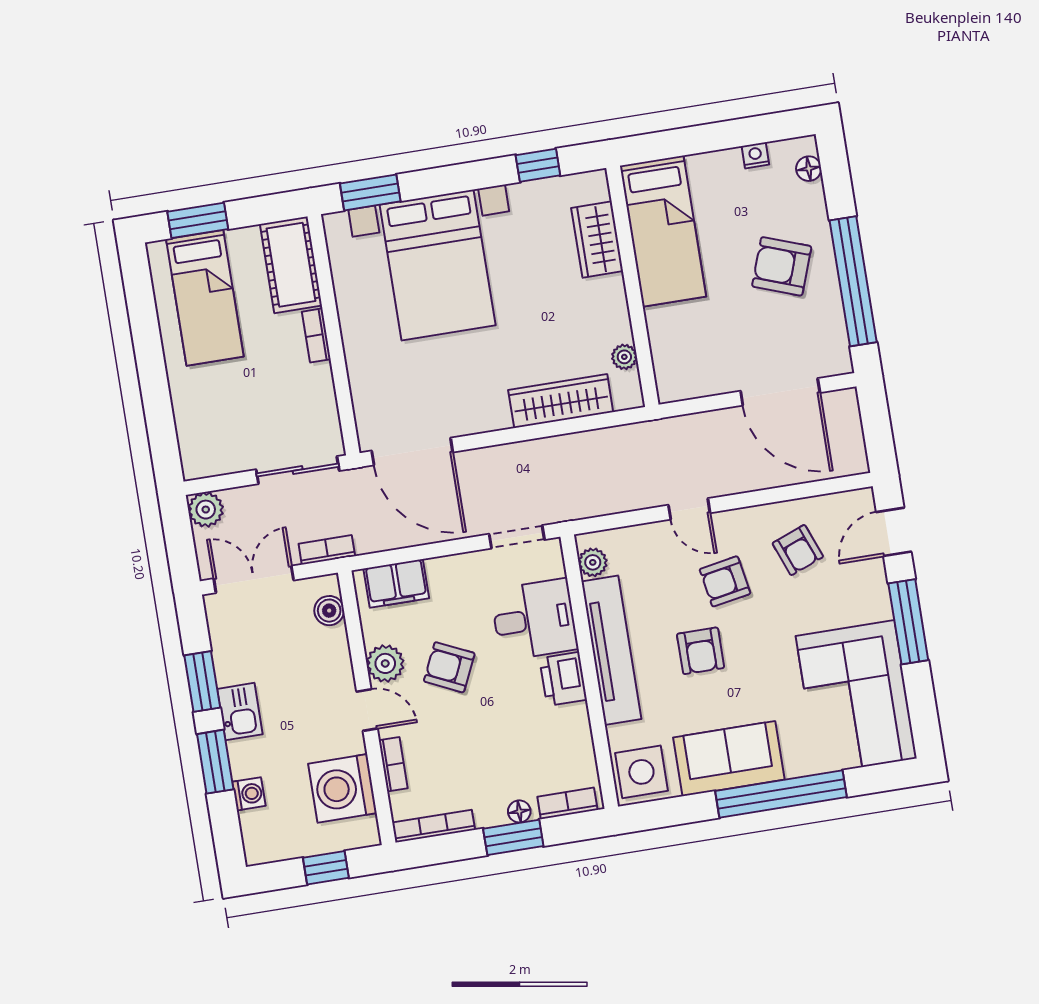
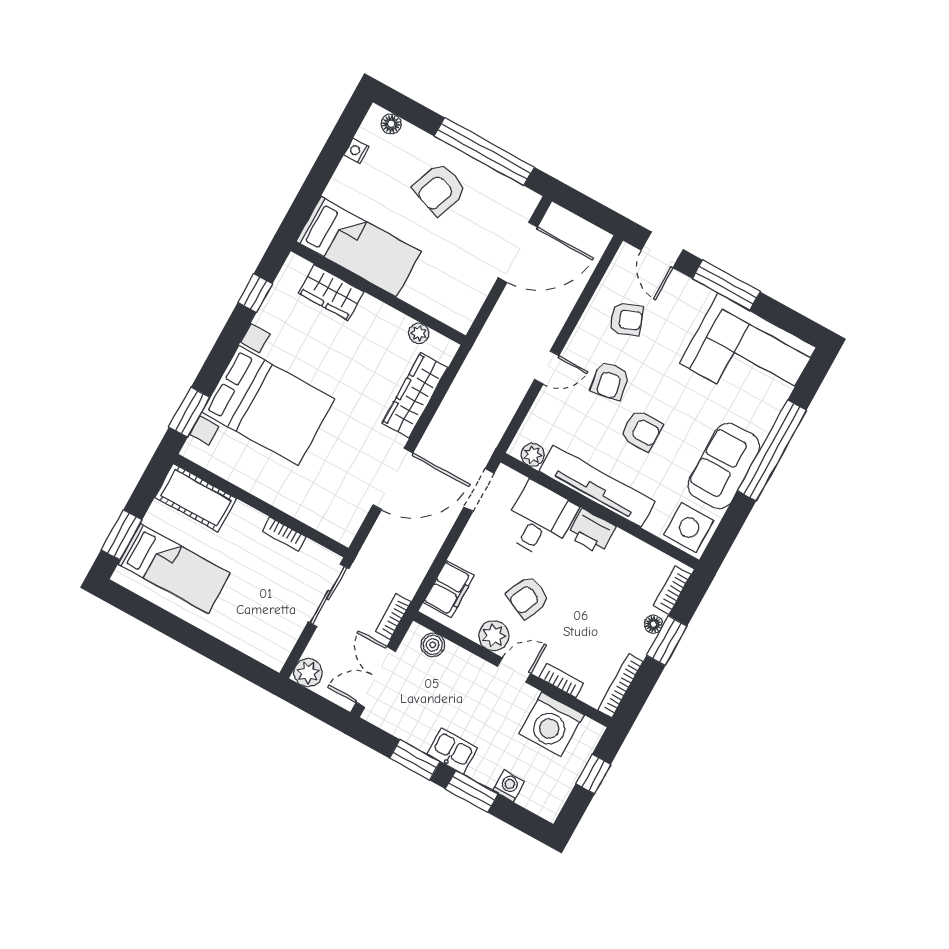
bookcase: (316, 335) -> (284, 534), moved
door: (412, 451) -> (393, 479), moved

